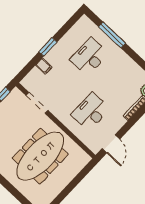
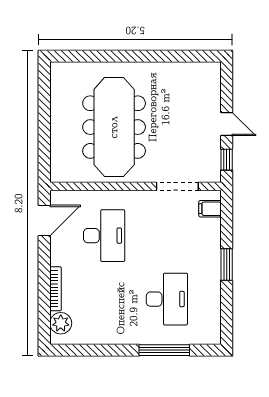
filing cabinet: (44, 66) -> (210, 209), moved
door: (111, 144) -> (44, 220), swing flipped

